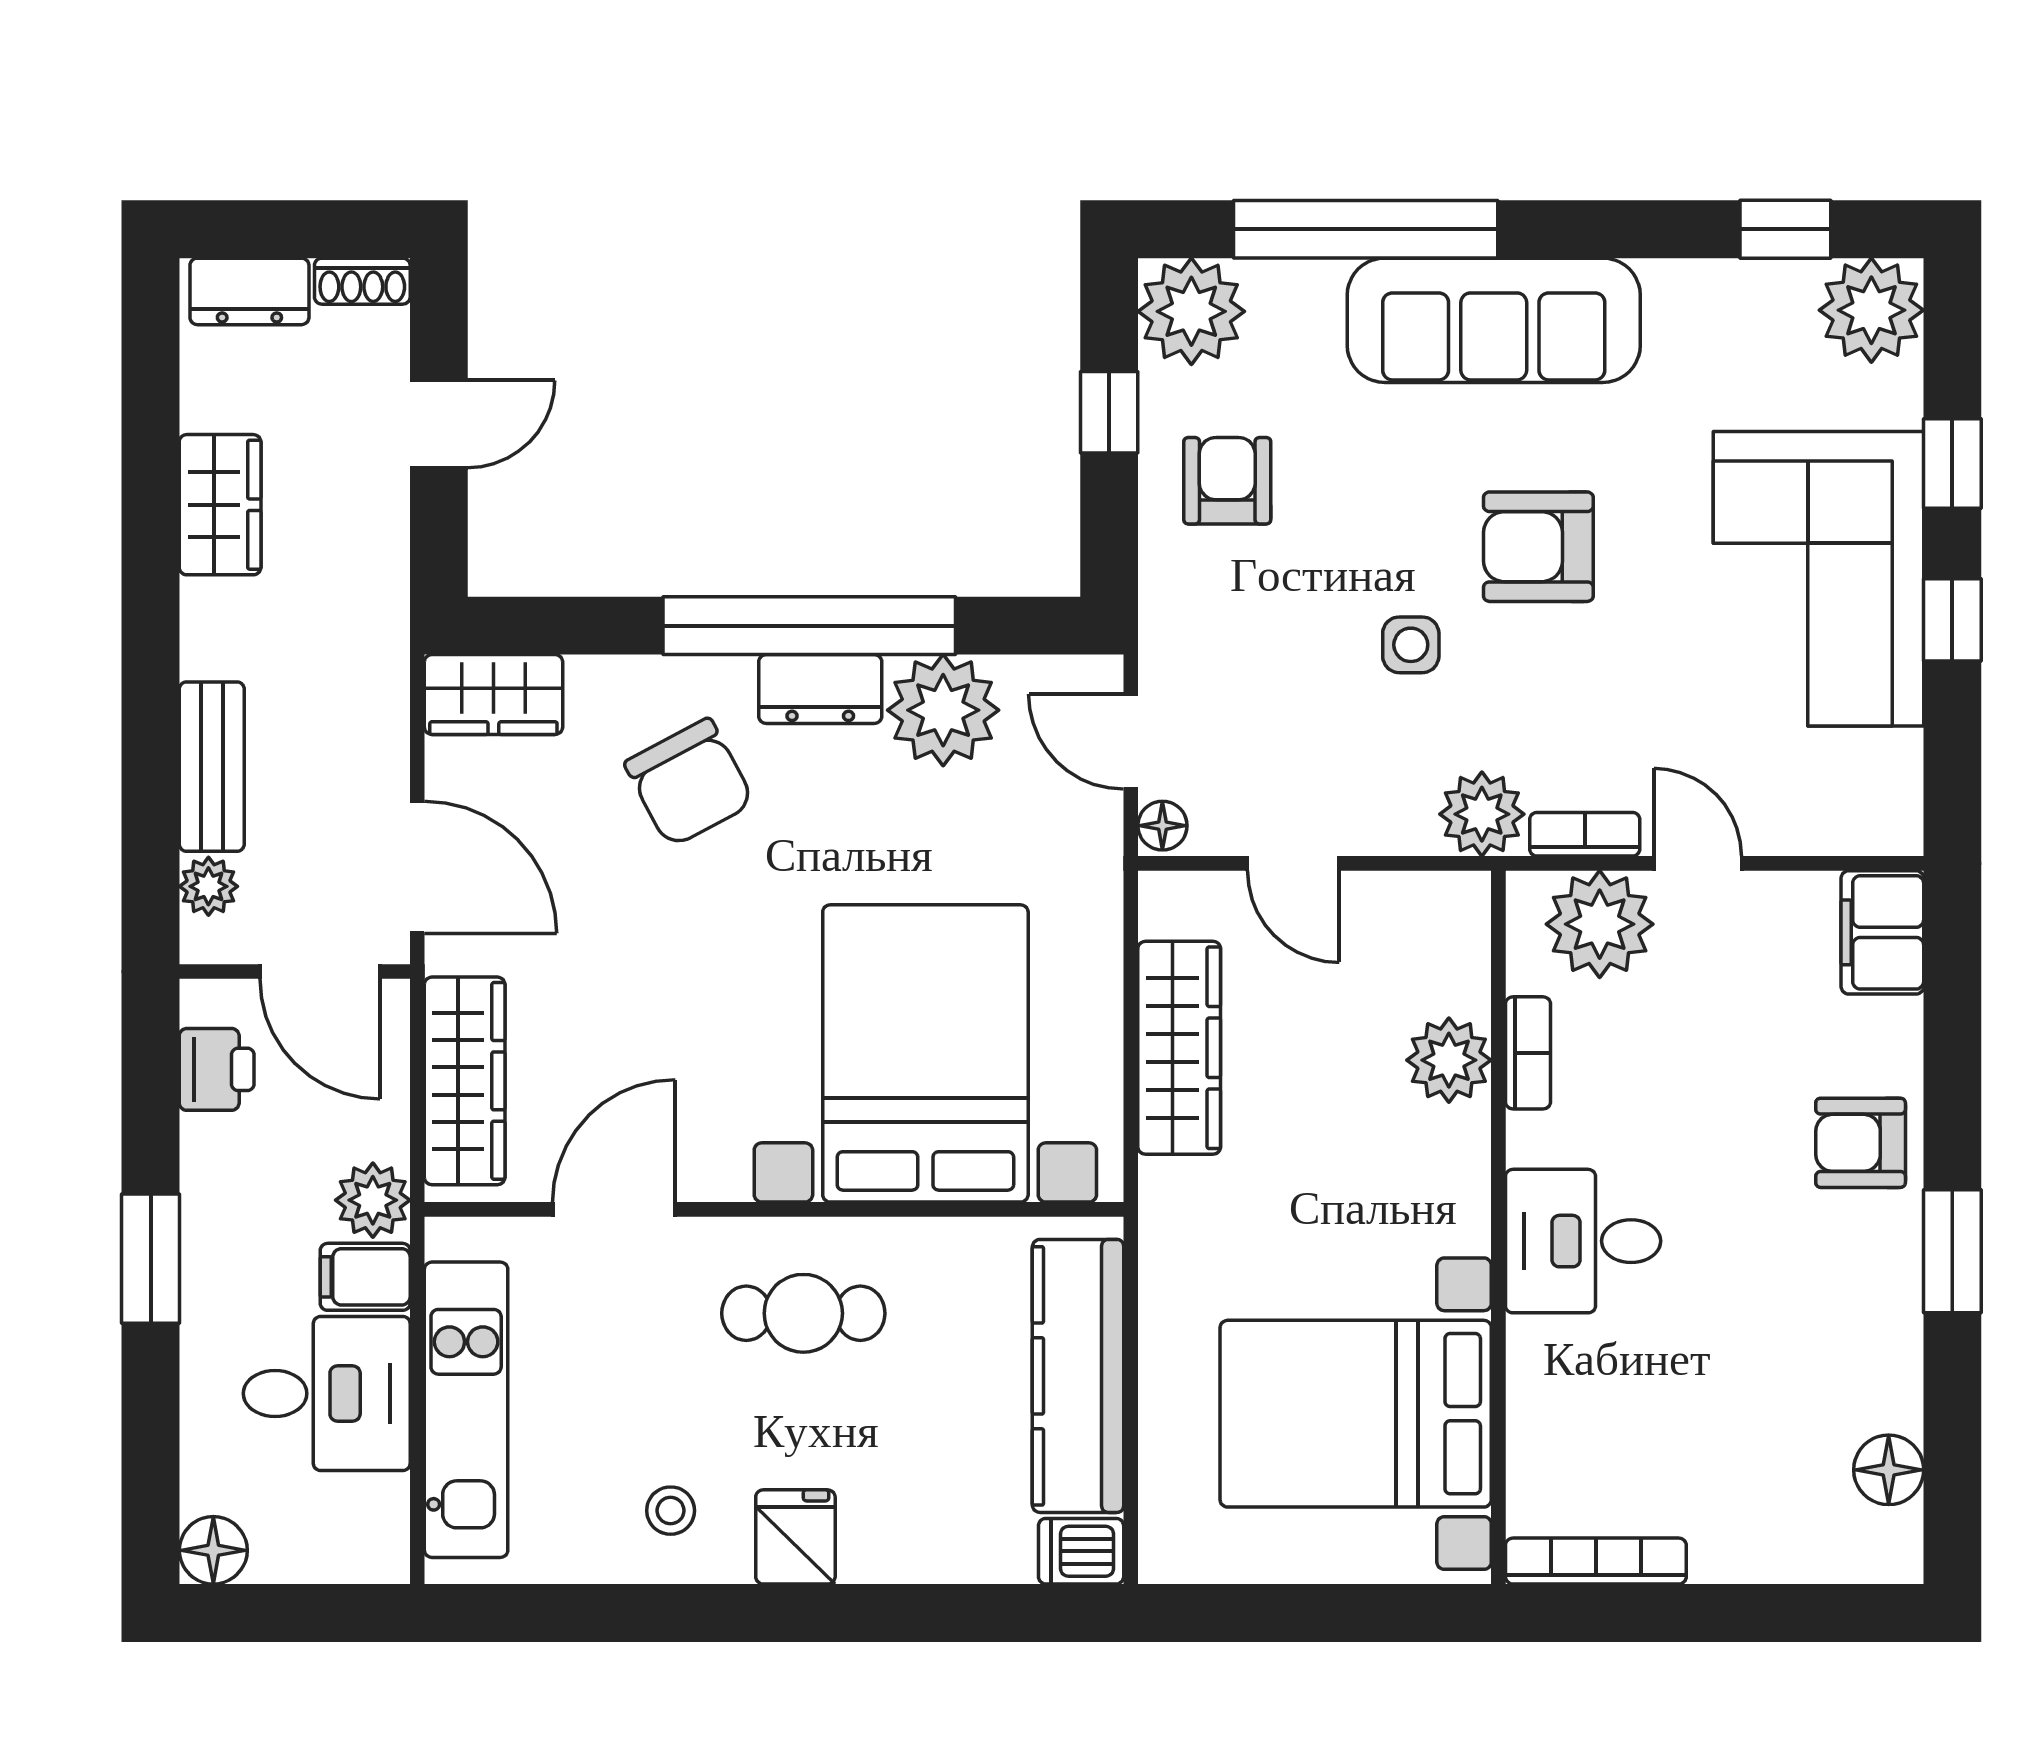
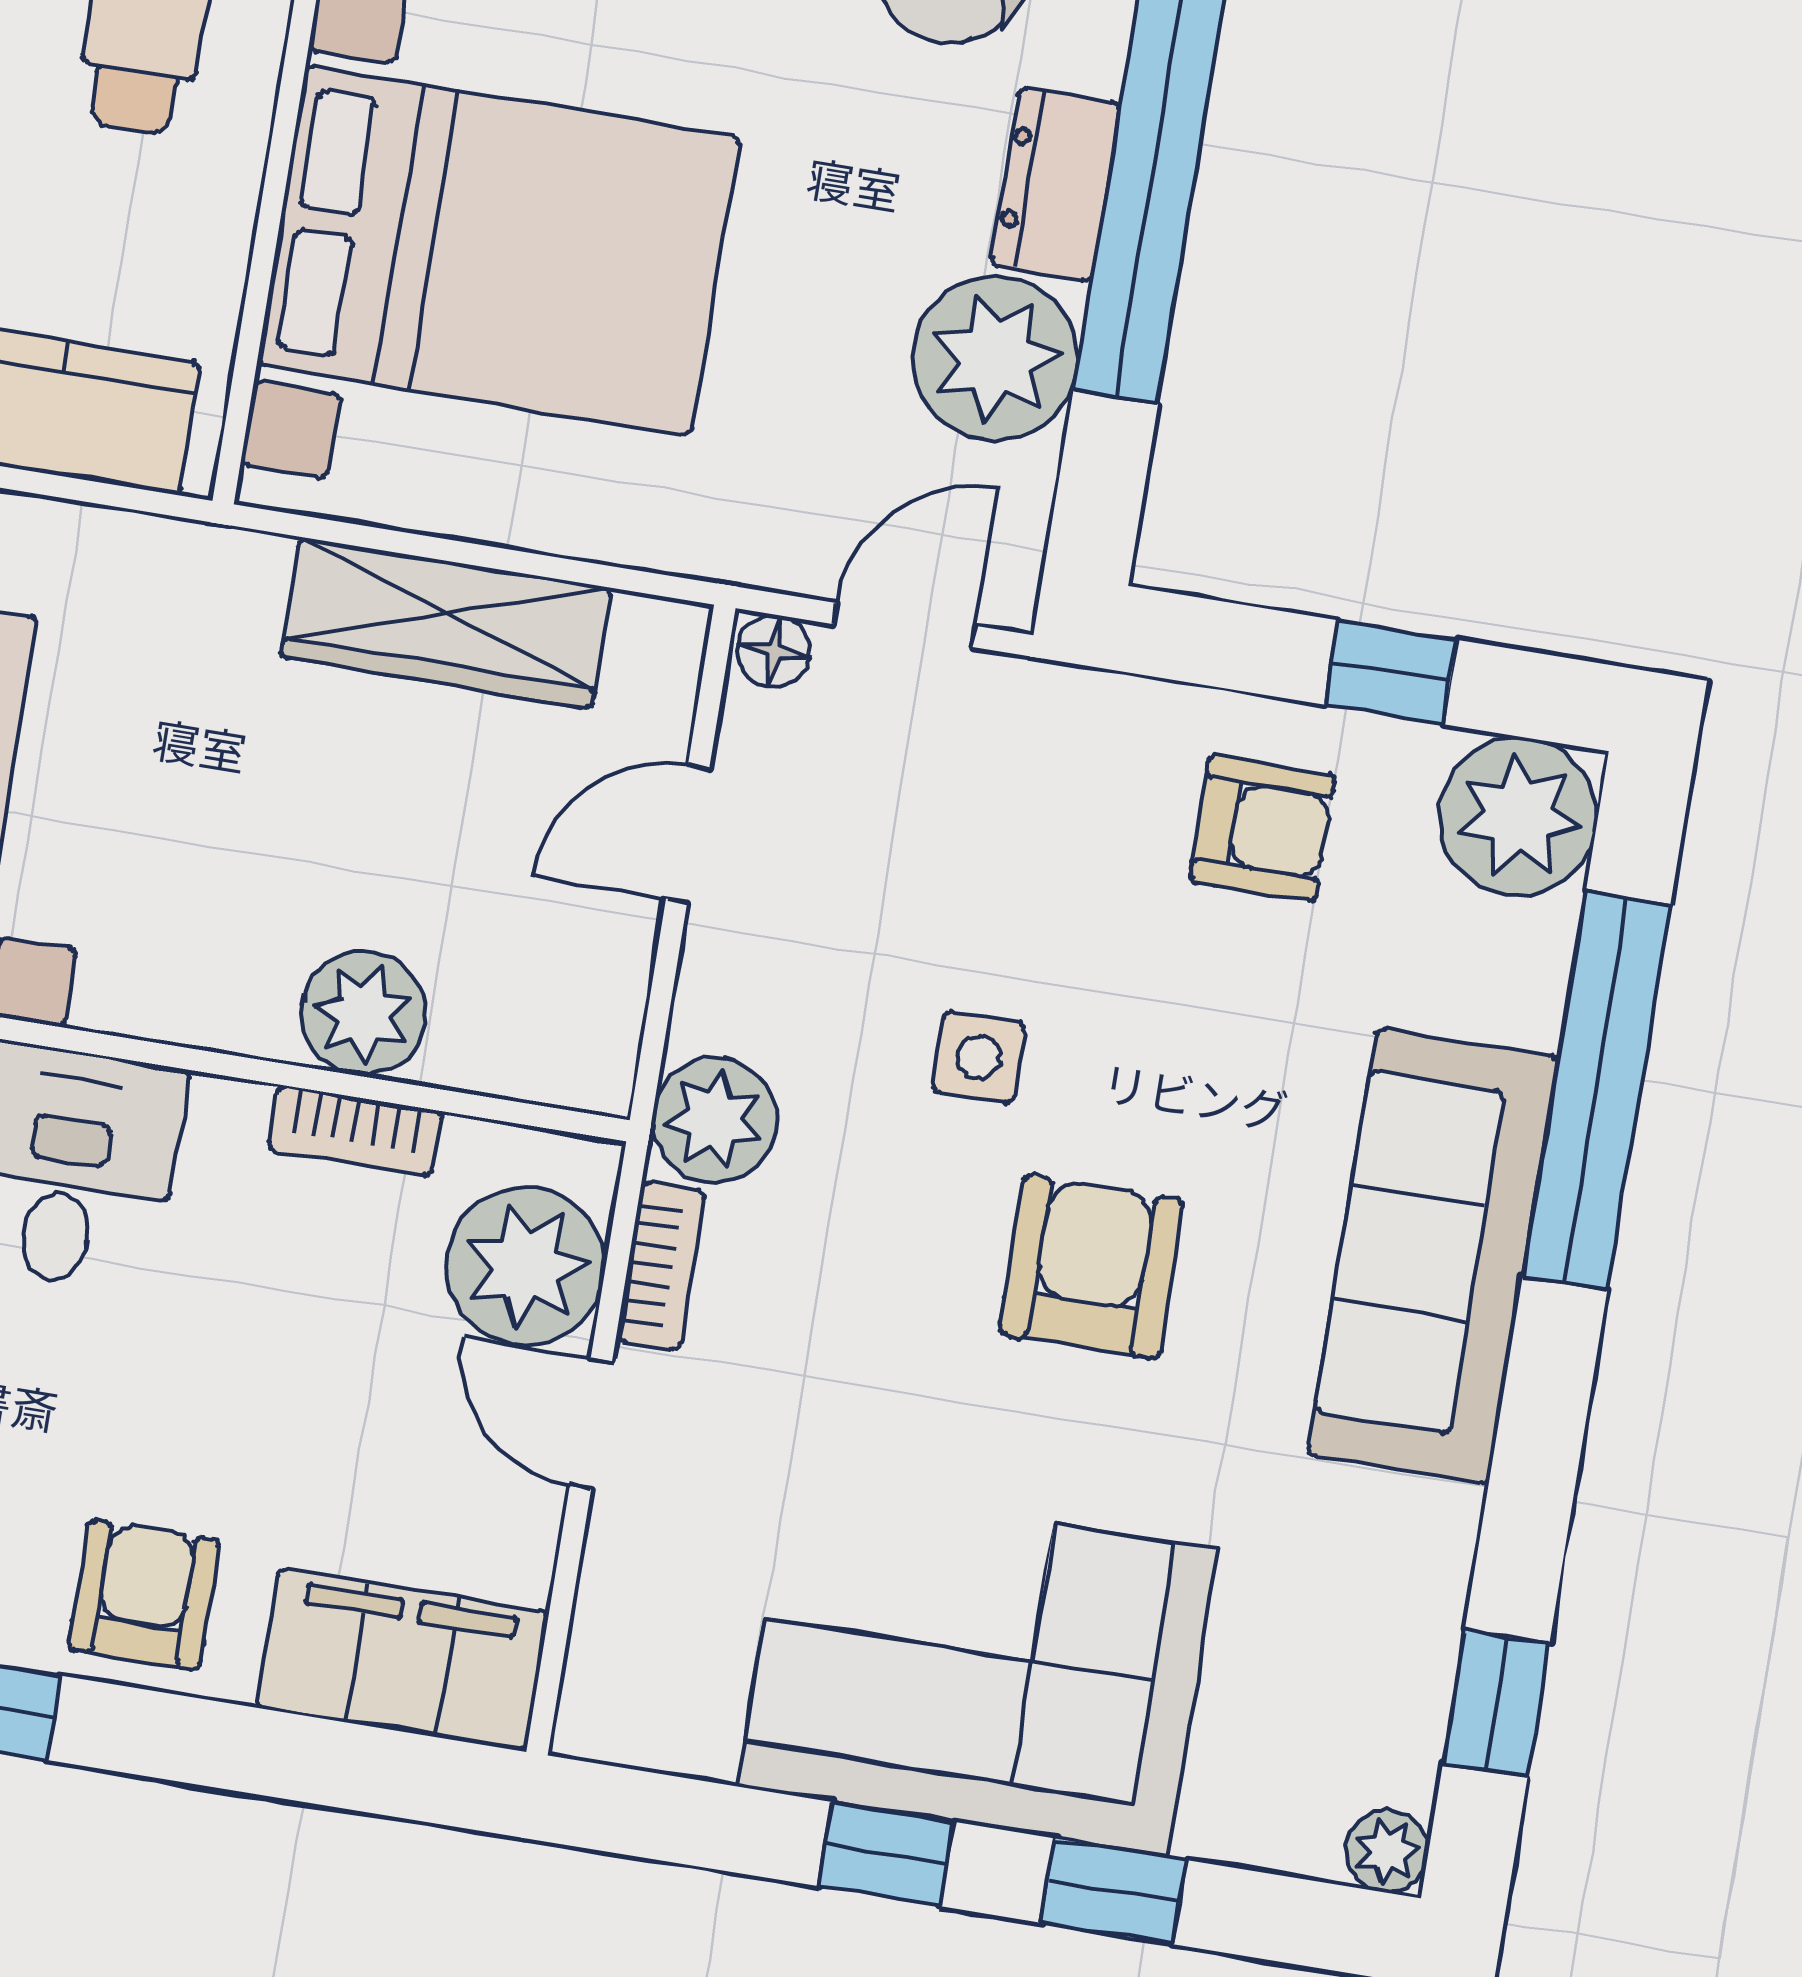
plant: (1871, 310) -> (1387, 1851), width x0.53, depth x0.53
door: (1698, 863) -> (591, 1424), swing flipped
filing cabinet: (1882, 932) -> (403, 1660), width x1.50, depth x1.17

